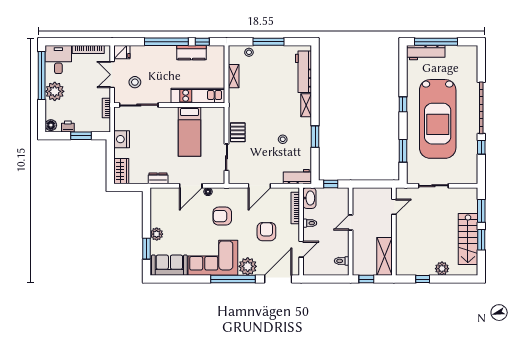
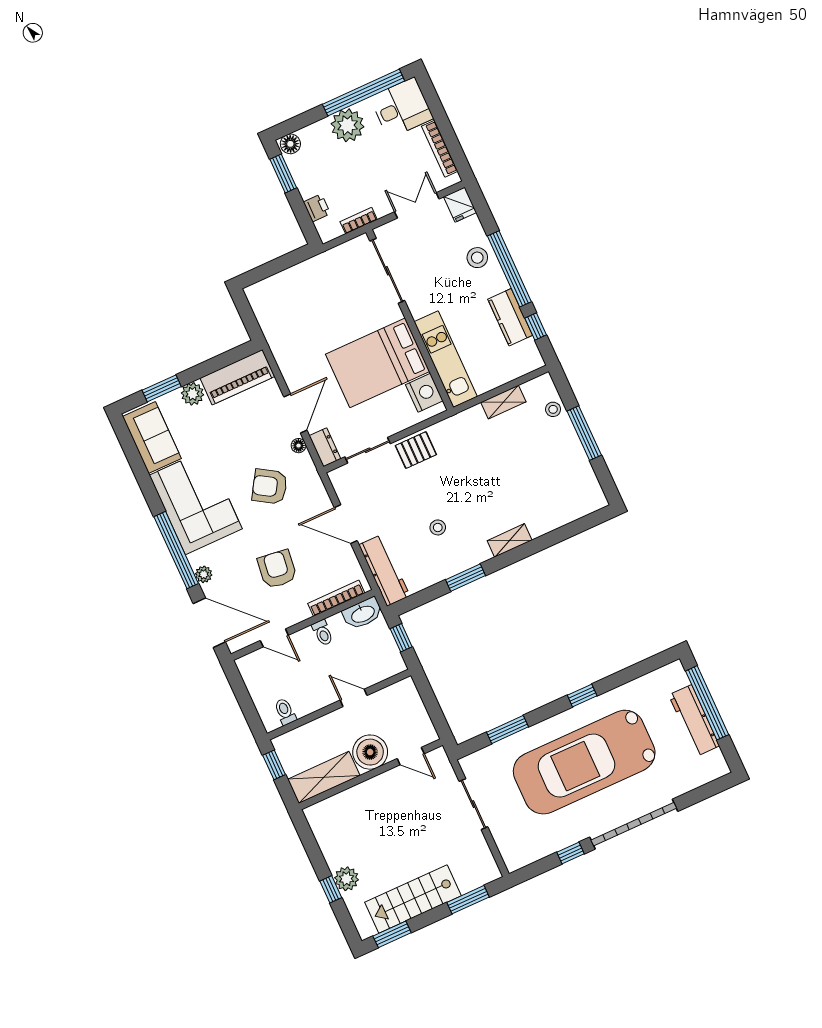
workbench: (426, 53) -> (694, 720), moved
workbench: (304, 72) -> (562, 512), removed
stool: (135, 82) -> (477, 258), moved
printer: (68, 126) -> (317, 208), moved
bed: (189, 132) -> (378, 363), width x1.50
window: (81, 136) -> (283, 174), moved
nightstand: (122, 139) -> (424, 393), moved, turned 90
wardrobe: (121, 171) -> (268, 291), removed
workbench: (297, 177) -> (384, 570), width x1.37
dresser: (158, 178) -> (325, 447), moved
door: (191, 186) -> (295, 413), swing flipped
piano: (158, 207) -> (237, 377), added
armchair: (222, 216) -> (270, 487), turned -58
boiler: (382, 227) -> (370, 752), added
armchair: (266, 232) -> (277, 569), turned -83
window: (481, 240) -> (392, 934), moved
plant: (248, 266) -> (204, 574), width x0.53, depth x0.53
window: (423, 279) -> (331, 889), moved

